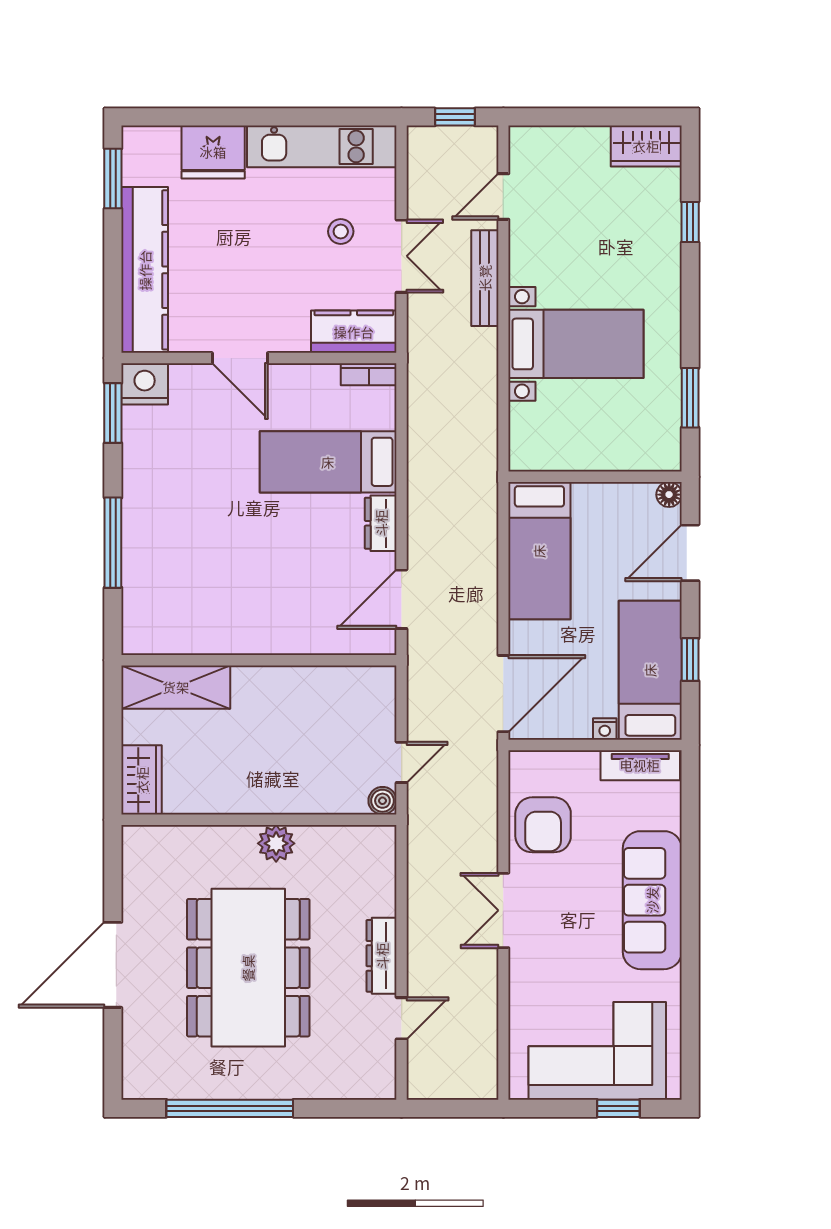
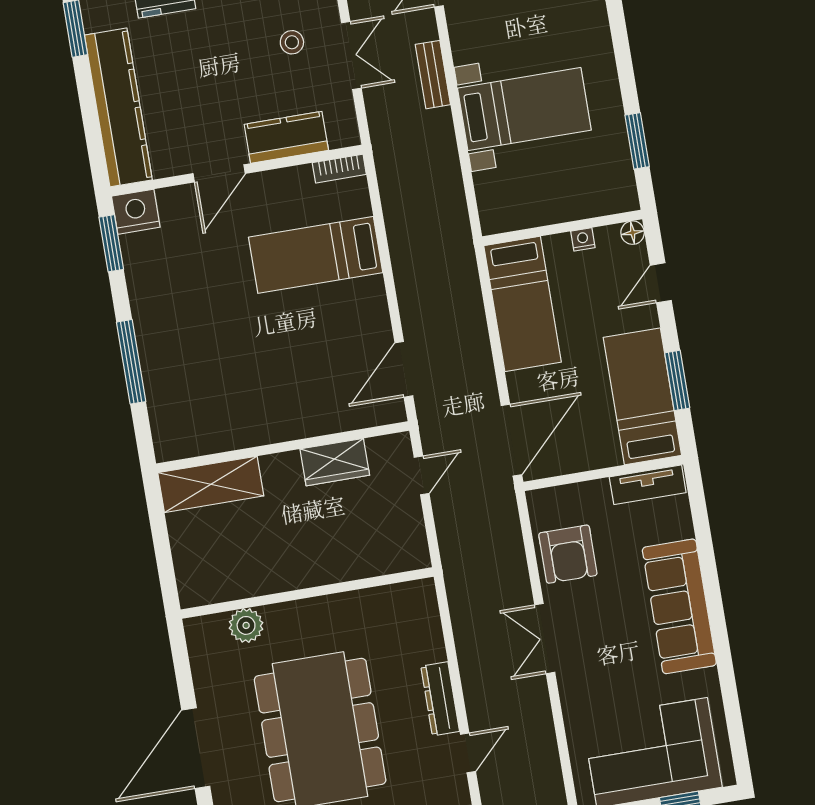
bench: (485, 278) -> (433, 75), width x0.73
kitchen counter: (354, 332) -> (286, 137), moved
door: (240, 358) -> (219, 173), hinge flipped
dresser: (381, 523) -> (373, 303), removed
door: (690, 553) -> (661, 283), width x0.73
window: (690, 660) -> (677, 380), width x1.50
nightstand: (605, 729) -> (583, 239), moved, turned 180
door: (402, 762) -> (422, 475), moved
wardrobe: (142, 780) -> (335, 462), moved, turned 90
boiler: (382, 801) -> (417, 557), removed
plant: (276, 843) -> (246, 625), moved

